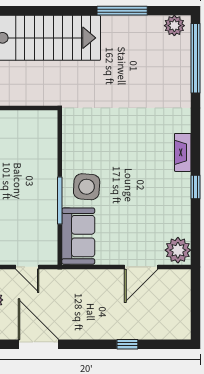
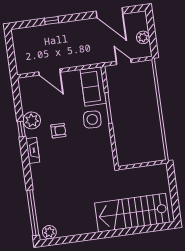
window: (122, 11) -> (85, 237), removed
armchair: (140, 177) -> (58, 131), added
plant: (178, 250) -> (32, 120), moved
door: (141, 267) -> (49, 72), swing flipped

